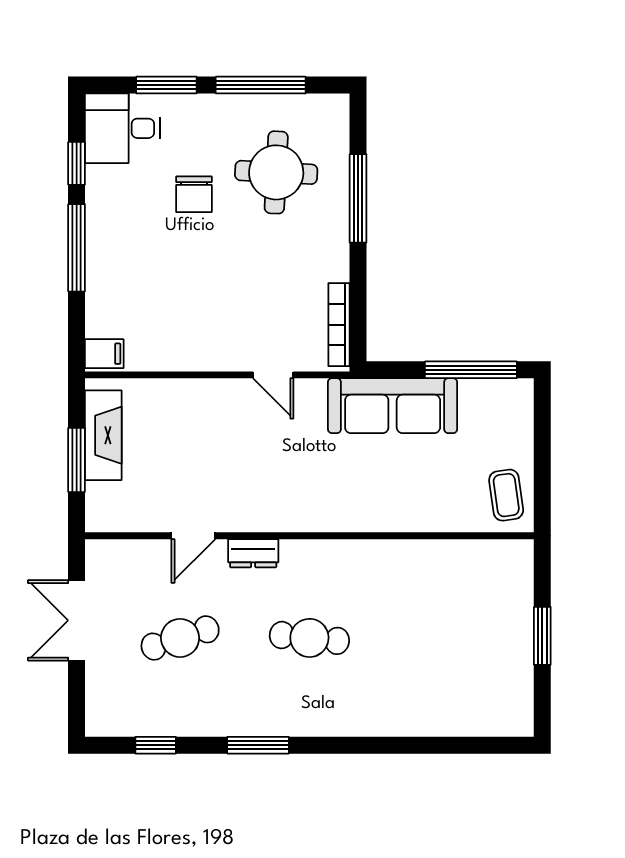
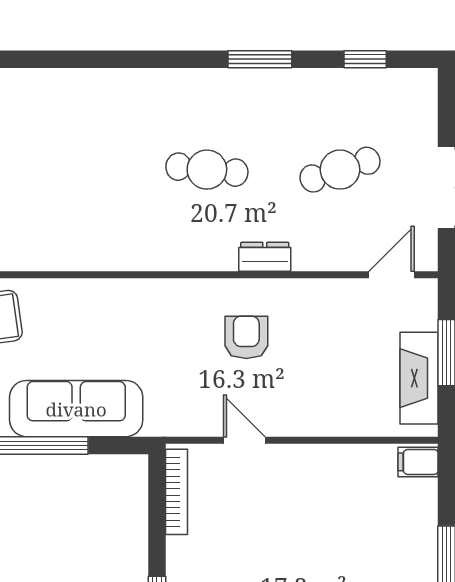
sofa: (393, 406) -> (76, 409), moved
armchair: (271, 475) -> (246, 337), added
door: (193, 536) -> (392, 275), moved

